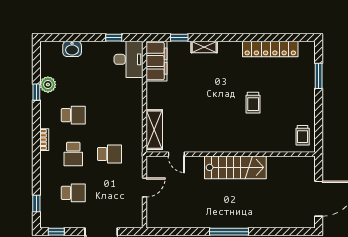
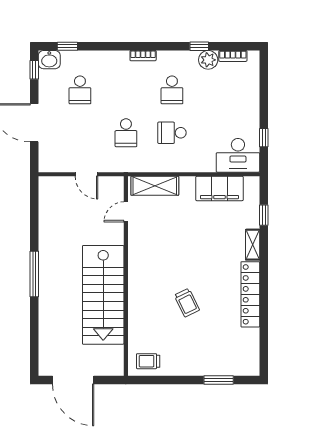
washbasin: (72, 49) -> (49, 60), moved, turned -90
locker: (270, 49) -> (250, 294), moved
filing cabinet: (157, 61) -> (219, 188), moved
bookcase: (45, 64) -> (233, 56), added
trolley: (253, 103) -> (187, 303), turned -116
school desk: (73, 154) -> (172, 133), moved
stairs: (235, 167) -> (103, 295), width x1.36, depth x1.51

